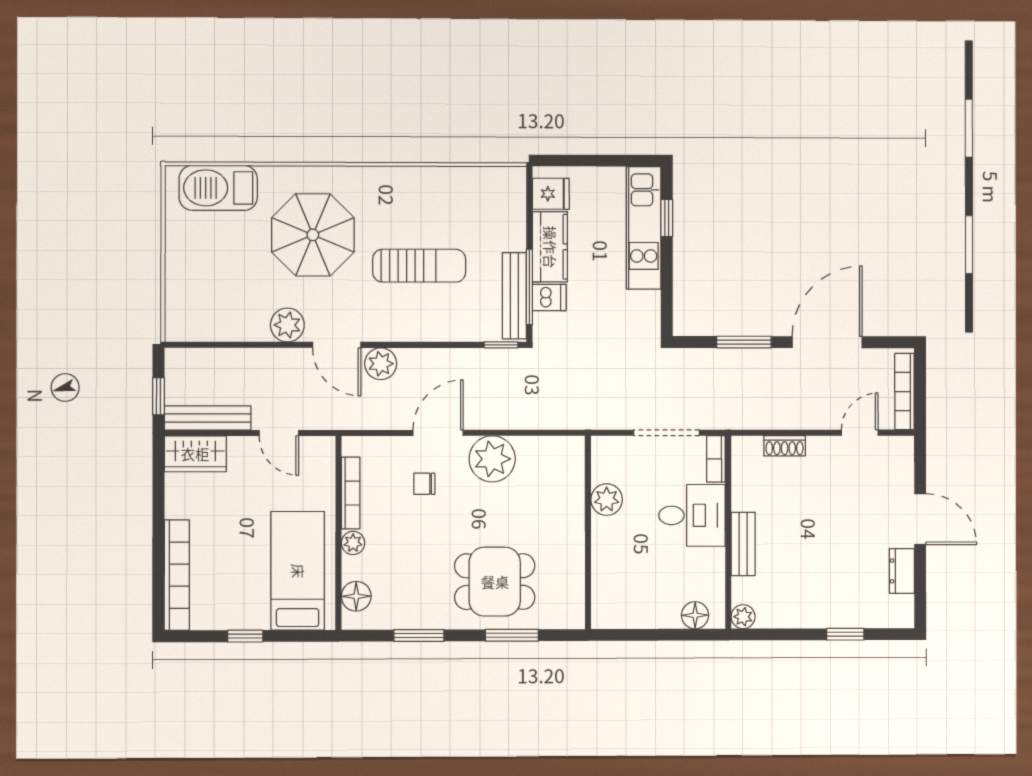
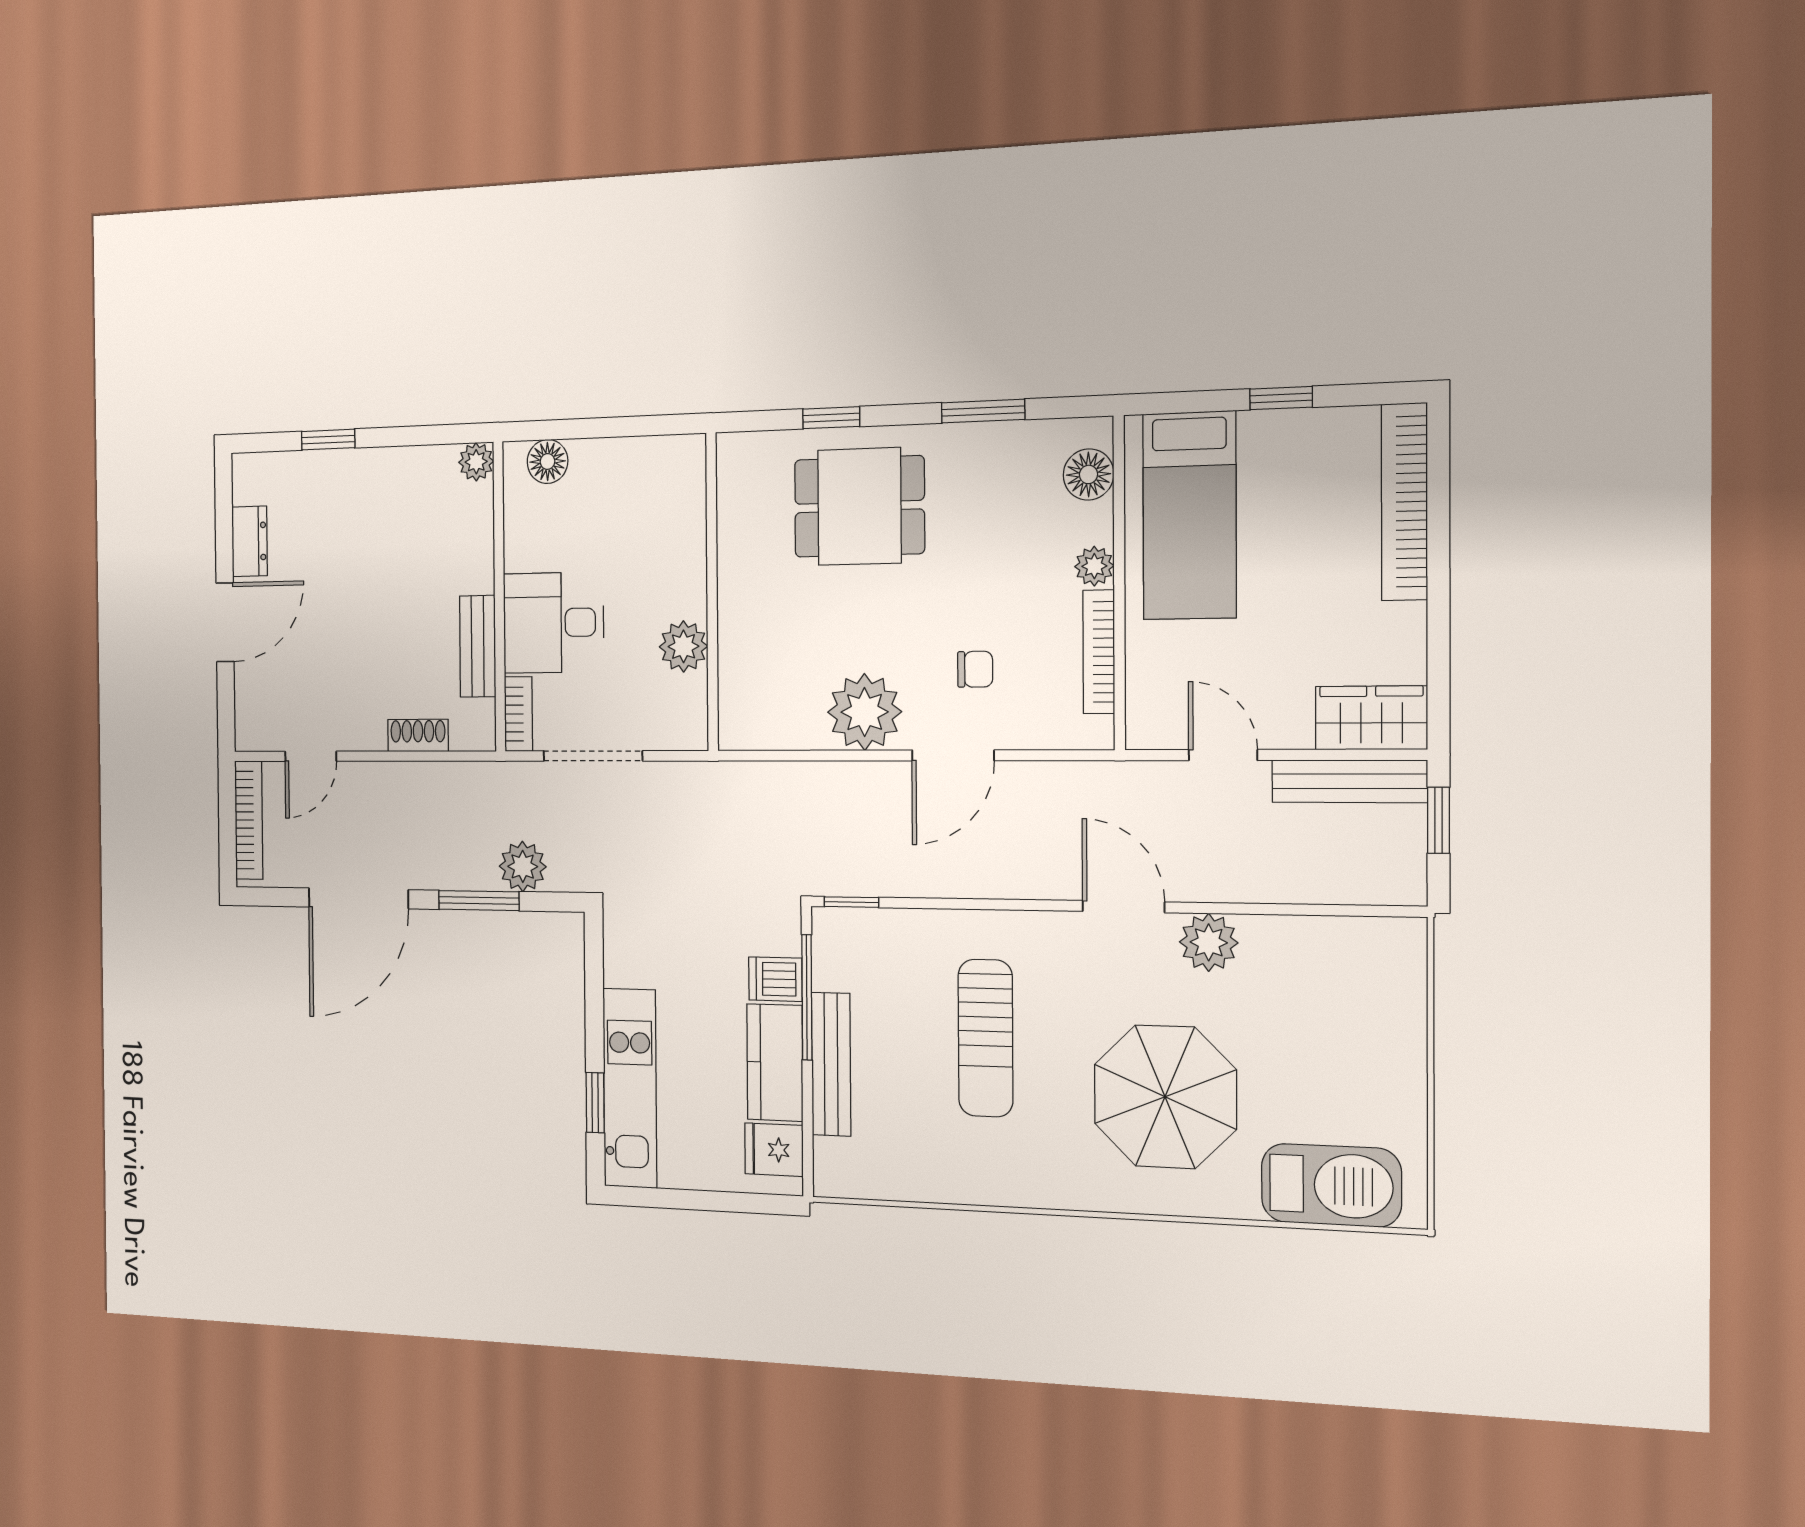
sun lounger: (419, 266) -> (986, 1038), turned -90
bench: (514, 296) -> (831, 1064), moved
plant: (381, 364) -> (523, 866), moved
door: (920, 519) -> (225, 622), swing flipped
bench: (743, 544) -> (478, 646), moved
window: (512, 635) -> (831, 418), width x0.67

